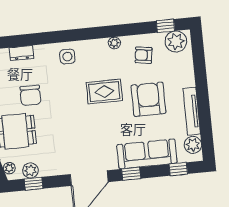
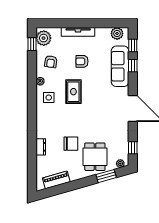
side table: (67, 57) -> (49, 98), moved
armchair: (148, 99) -> (82, 61), width x0.53, depth x0.53
tv unit: (192, 111) -> (78, 32), moved
plant: (30, 170) -> (123, 149), removed
window: (131, 174) -> (133, 66), moved

